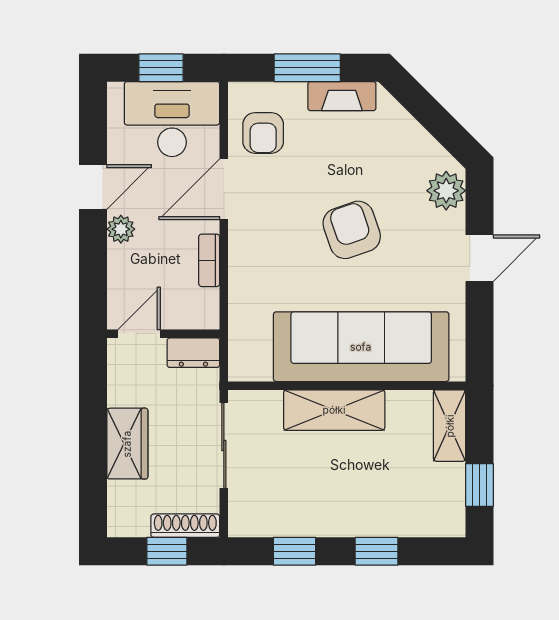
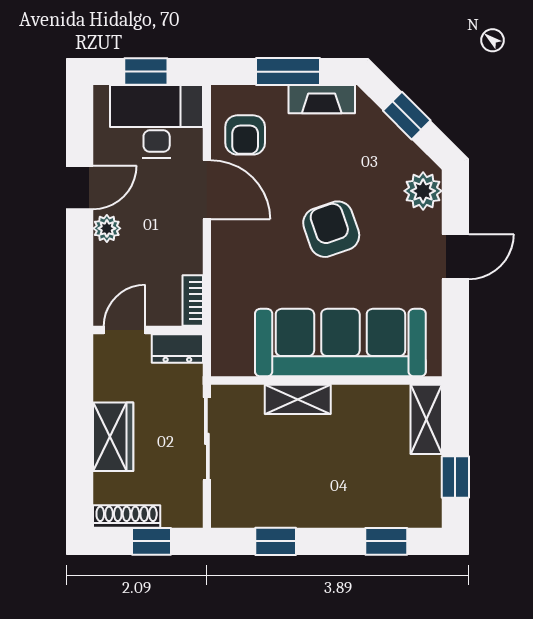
window: (429, 113) -> (407, 116), added
door: (224, 189) -> (207, 190), swing flipped
bookcase: (209, 260) -> (193, 301), moved
shelving: (334, 410) -> (298, 399), width x0.67, depth x0.75
shoe rack: (185, 526) -> (127, 517), moved
window: (377, 551) -> (386, 541), moved

